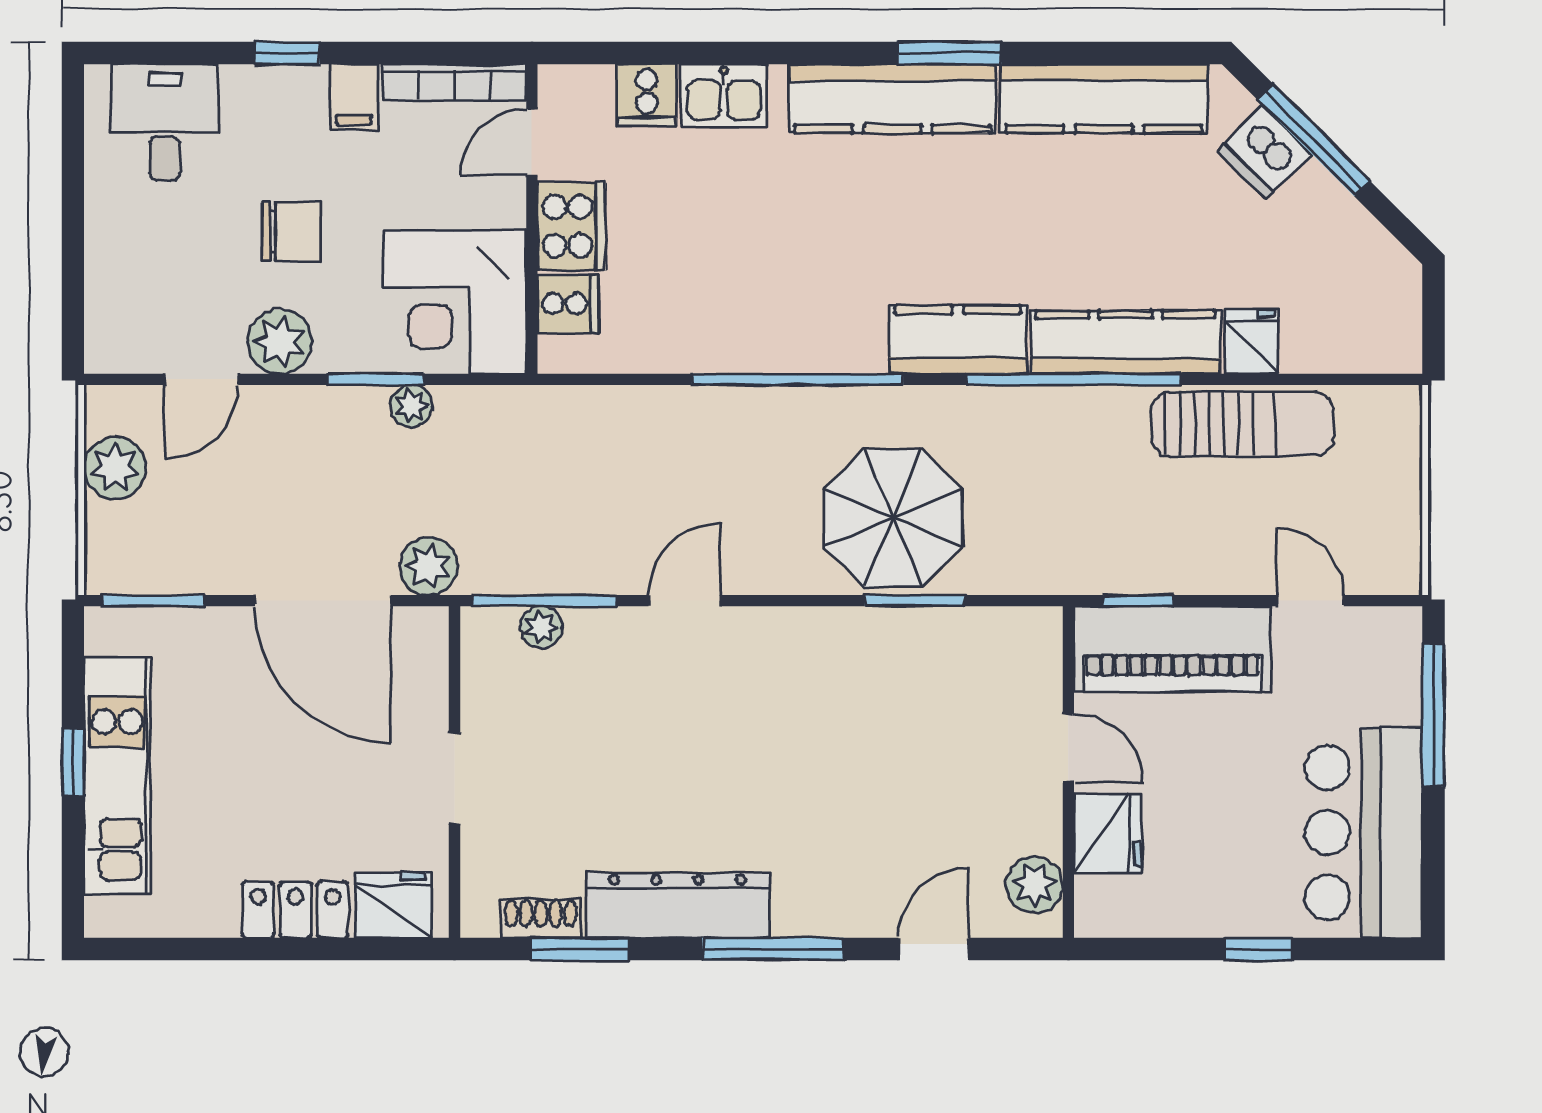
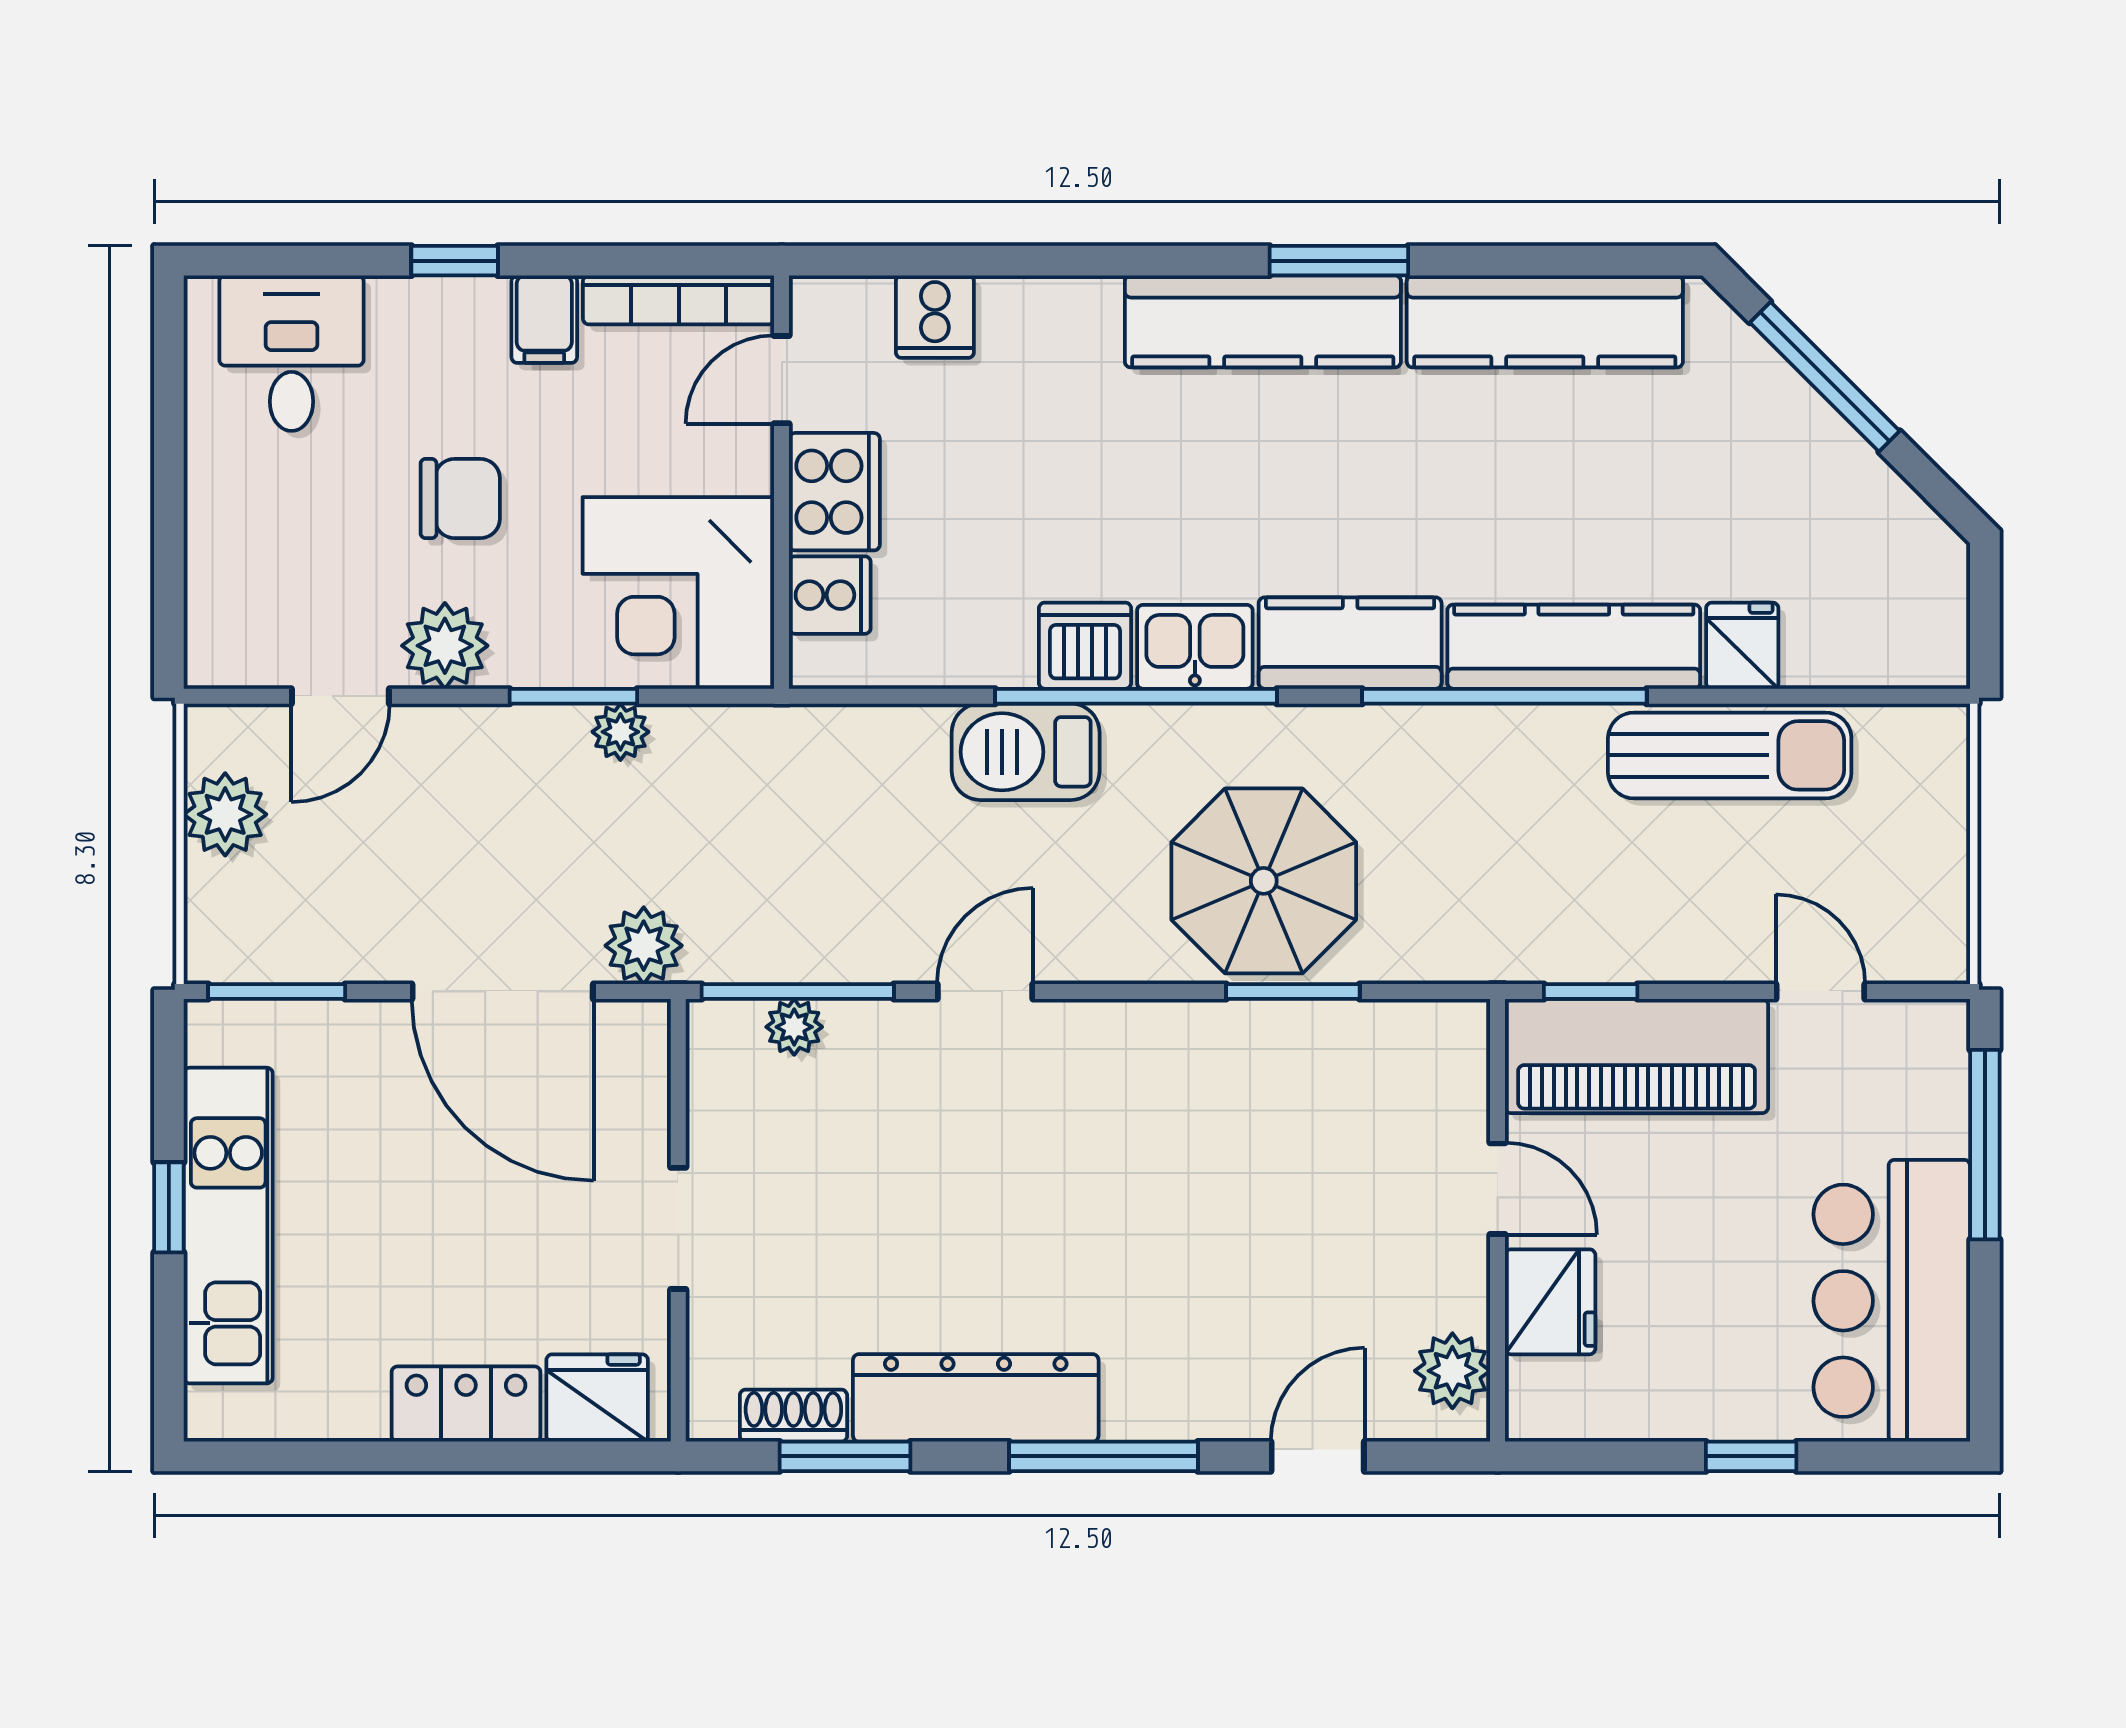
kitchen sink: (724, 96) -> (1195, 647), moved, turned 180
dishwasher: (1264, 152) -> (1085, 646), moved, turned 135
barbecue: (715, 421) -> (1026, 752), added

